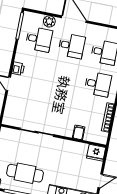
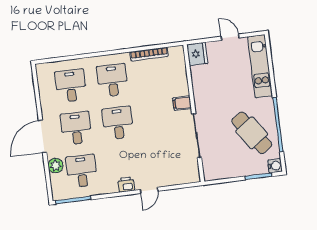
desk: (65, 78) -> (118, 123), added
filing cabinet: (79, 132) -> (182, 103), moved
cafe table: (25, 173) -> (252, 133), turned -35

